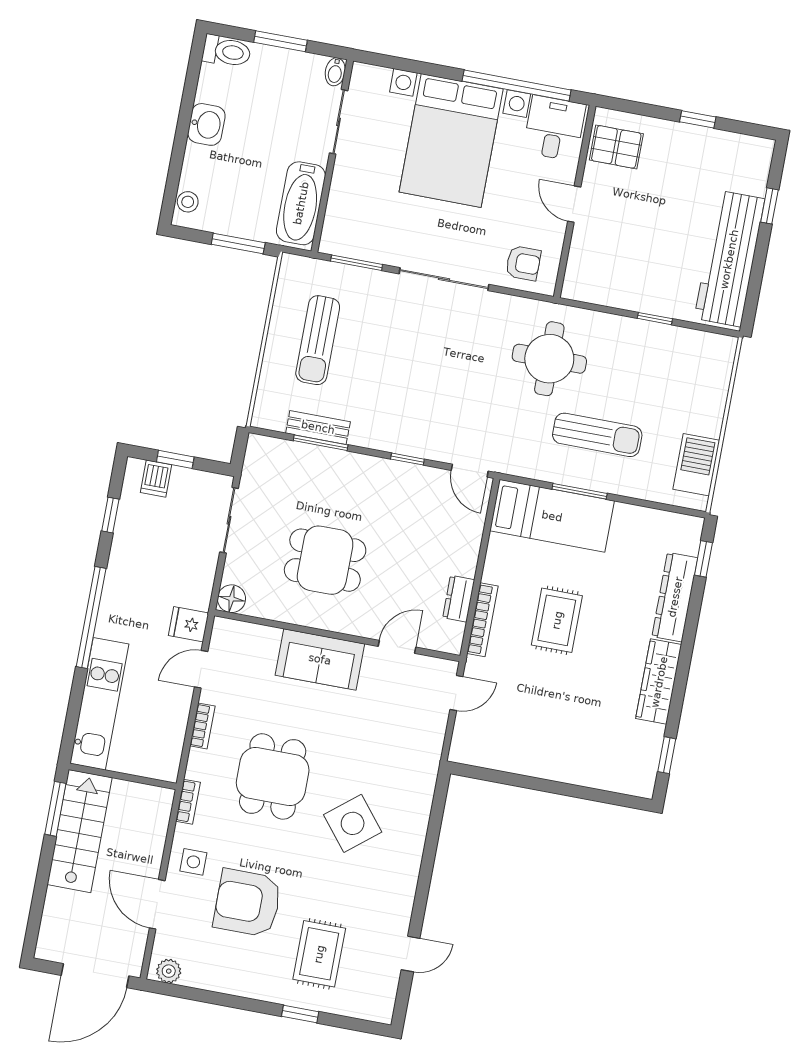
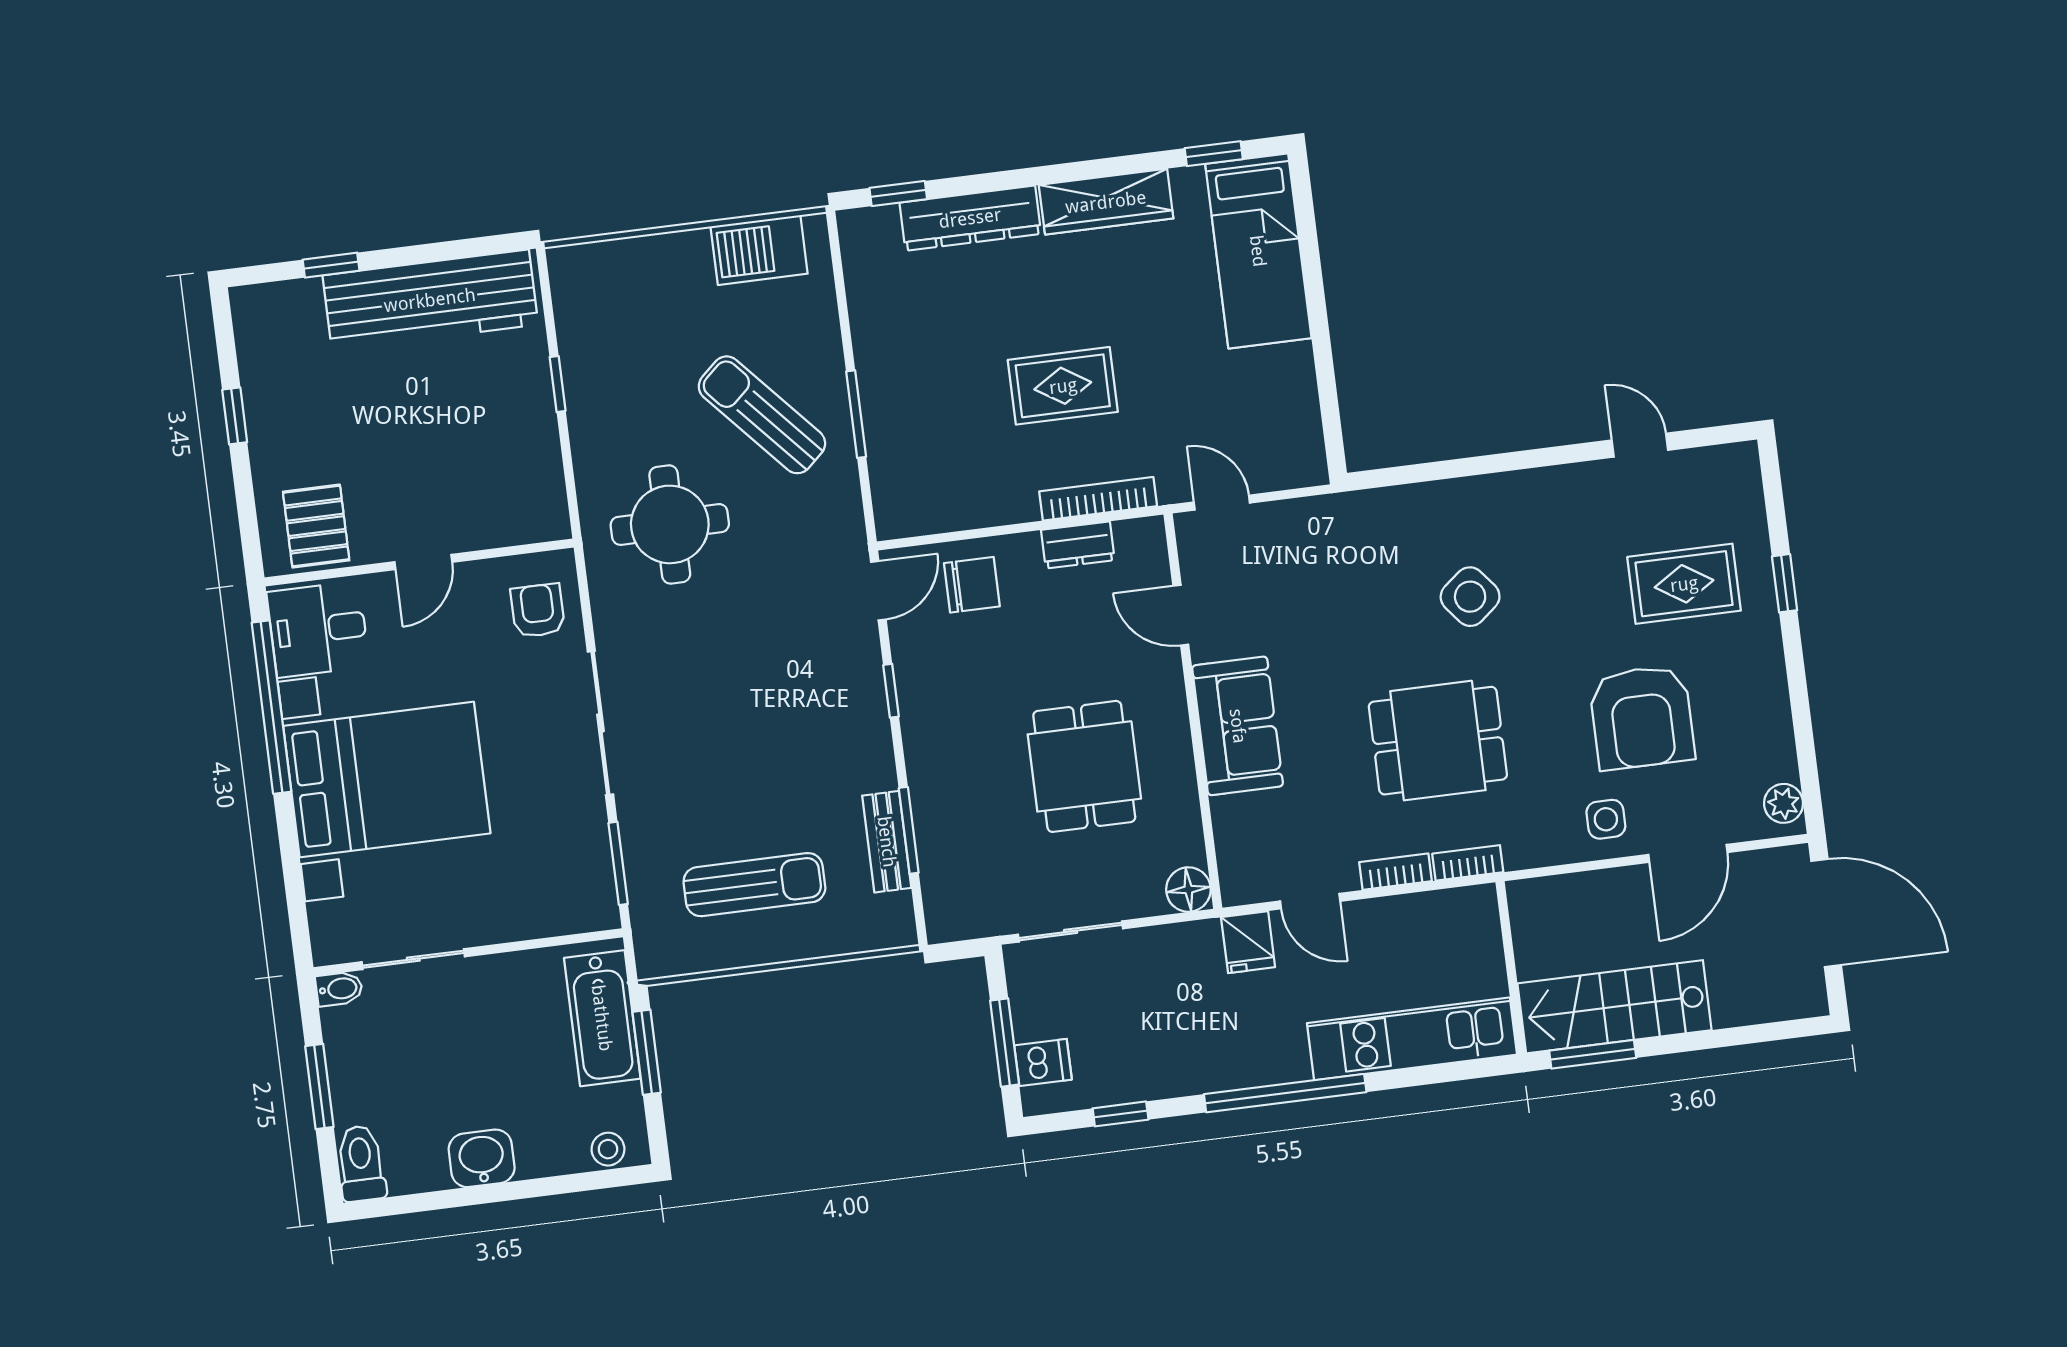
bathtub: (301, 203) -> (602, 1018), moved, turned 90
sun lounger: (597, 435) -> (762, 415), turned -42
window: (175, 459) -> (1005, 1043), width x1.50
bed: (552, 516) -> (1258, 251), moved, turned 180
chair: (455, 528) -> (972, 585), added
bookcase: (188, 802) -> (1468, 863), moved
side table: (353, 823) -> (1470, 597), width x0.73, depth x0.73

